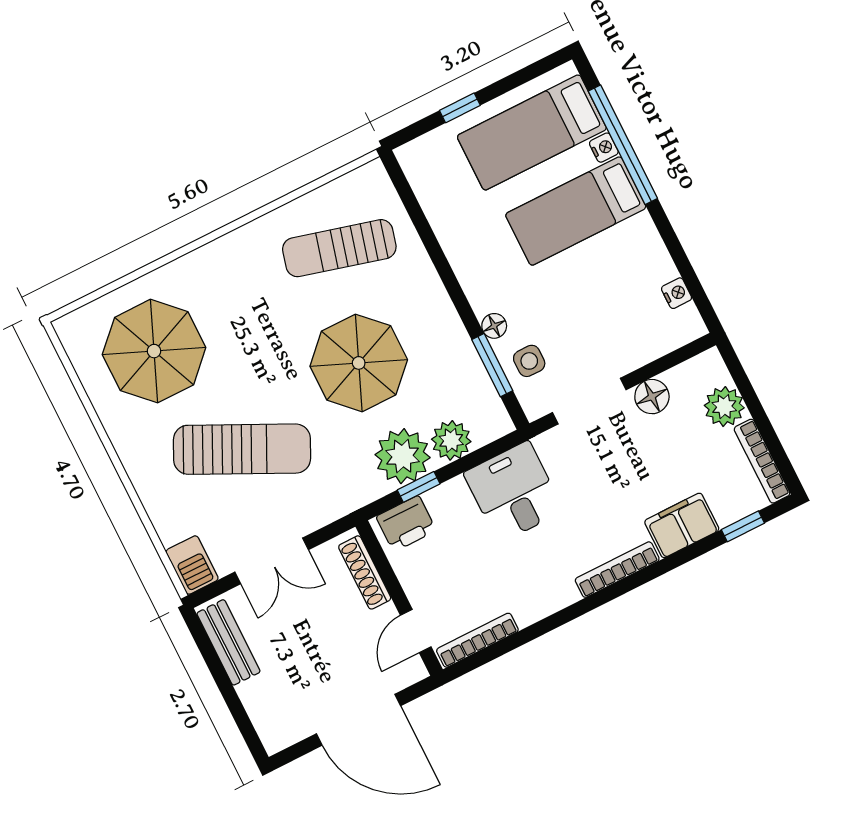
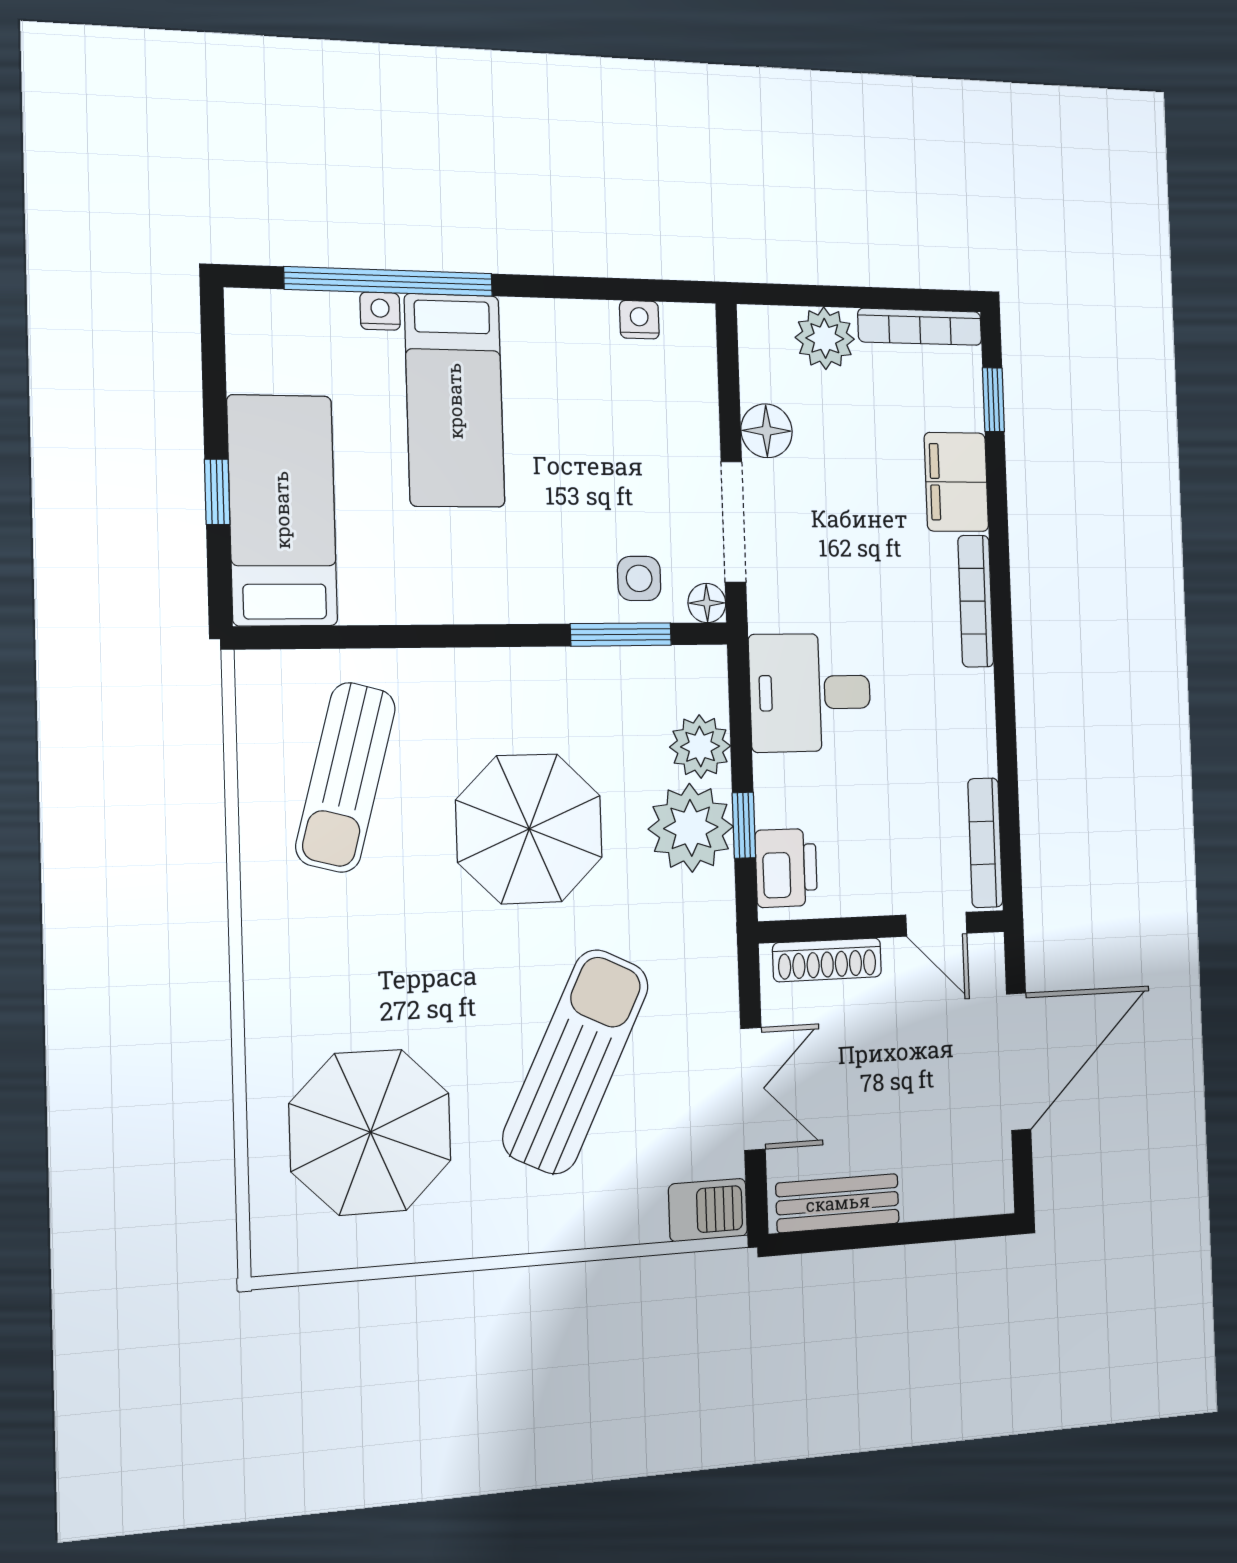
bed: (532, 132) -> (282, 510), moved, turned 180
floor lamp: (494, 326) -> (707, 603), moved

